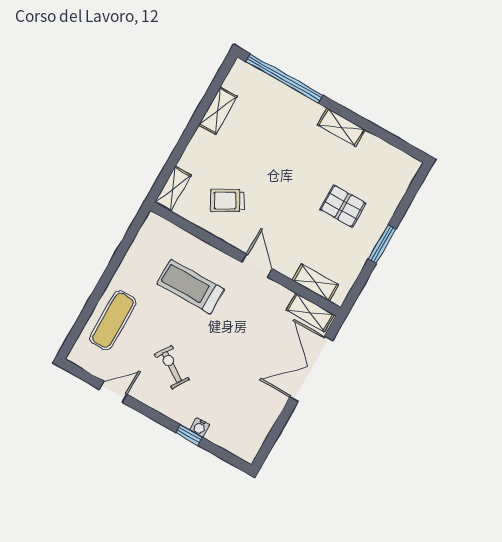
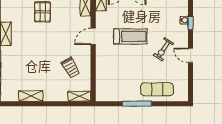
window: (108, 274) -> (137, 104), added
treadmill: (191, 287) -> (130, 36), moved, turned -90
door: (113, 392) -> (191, 55), moved

